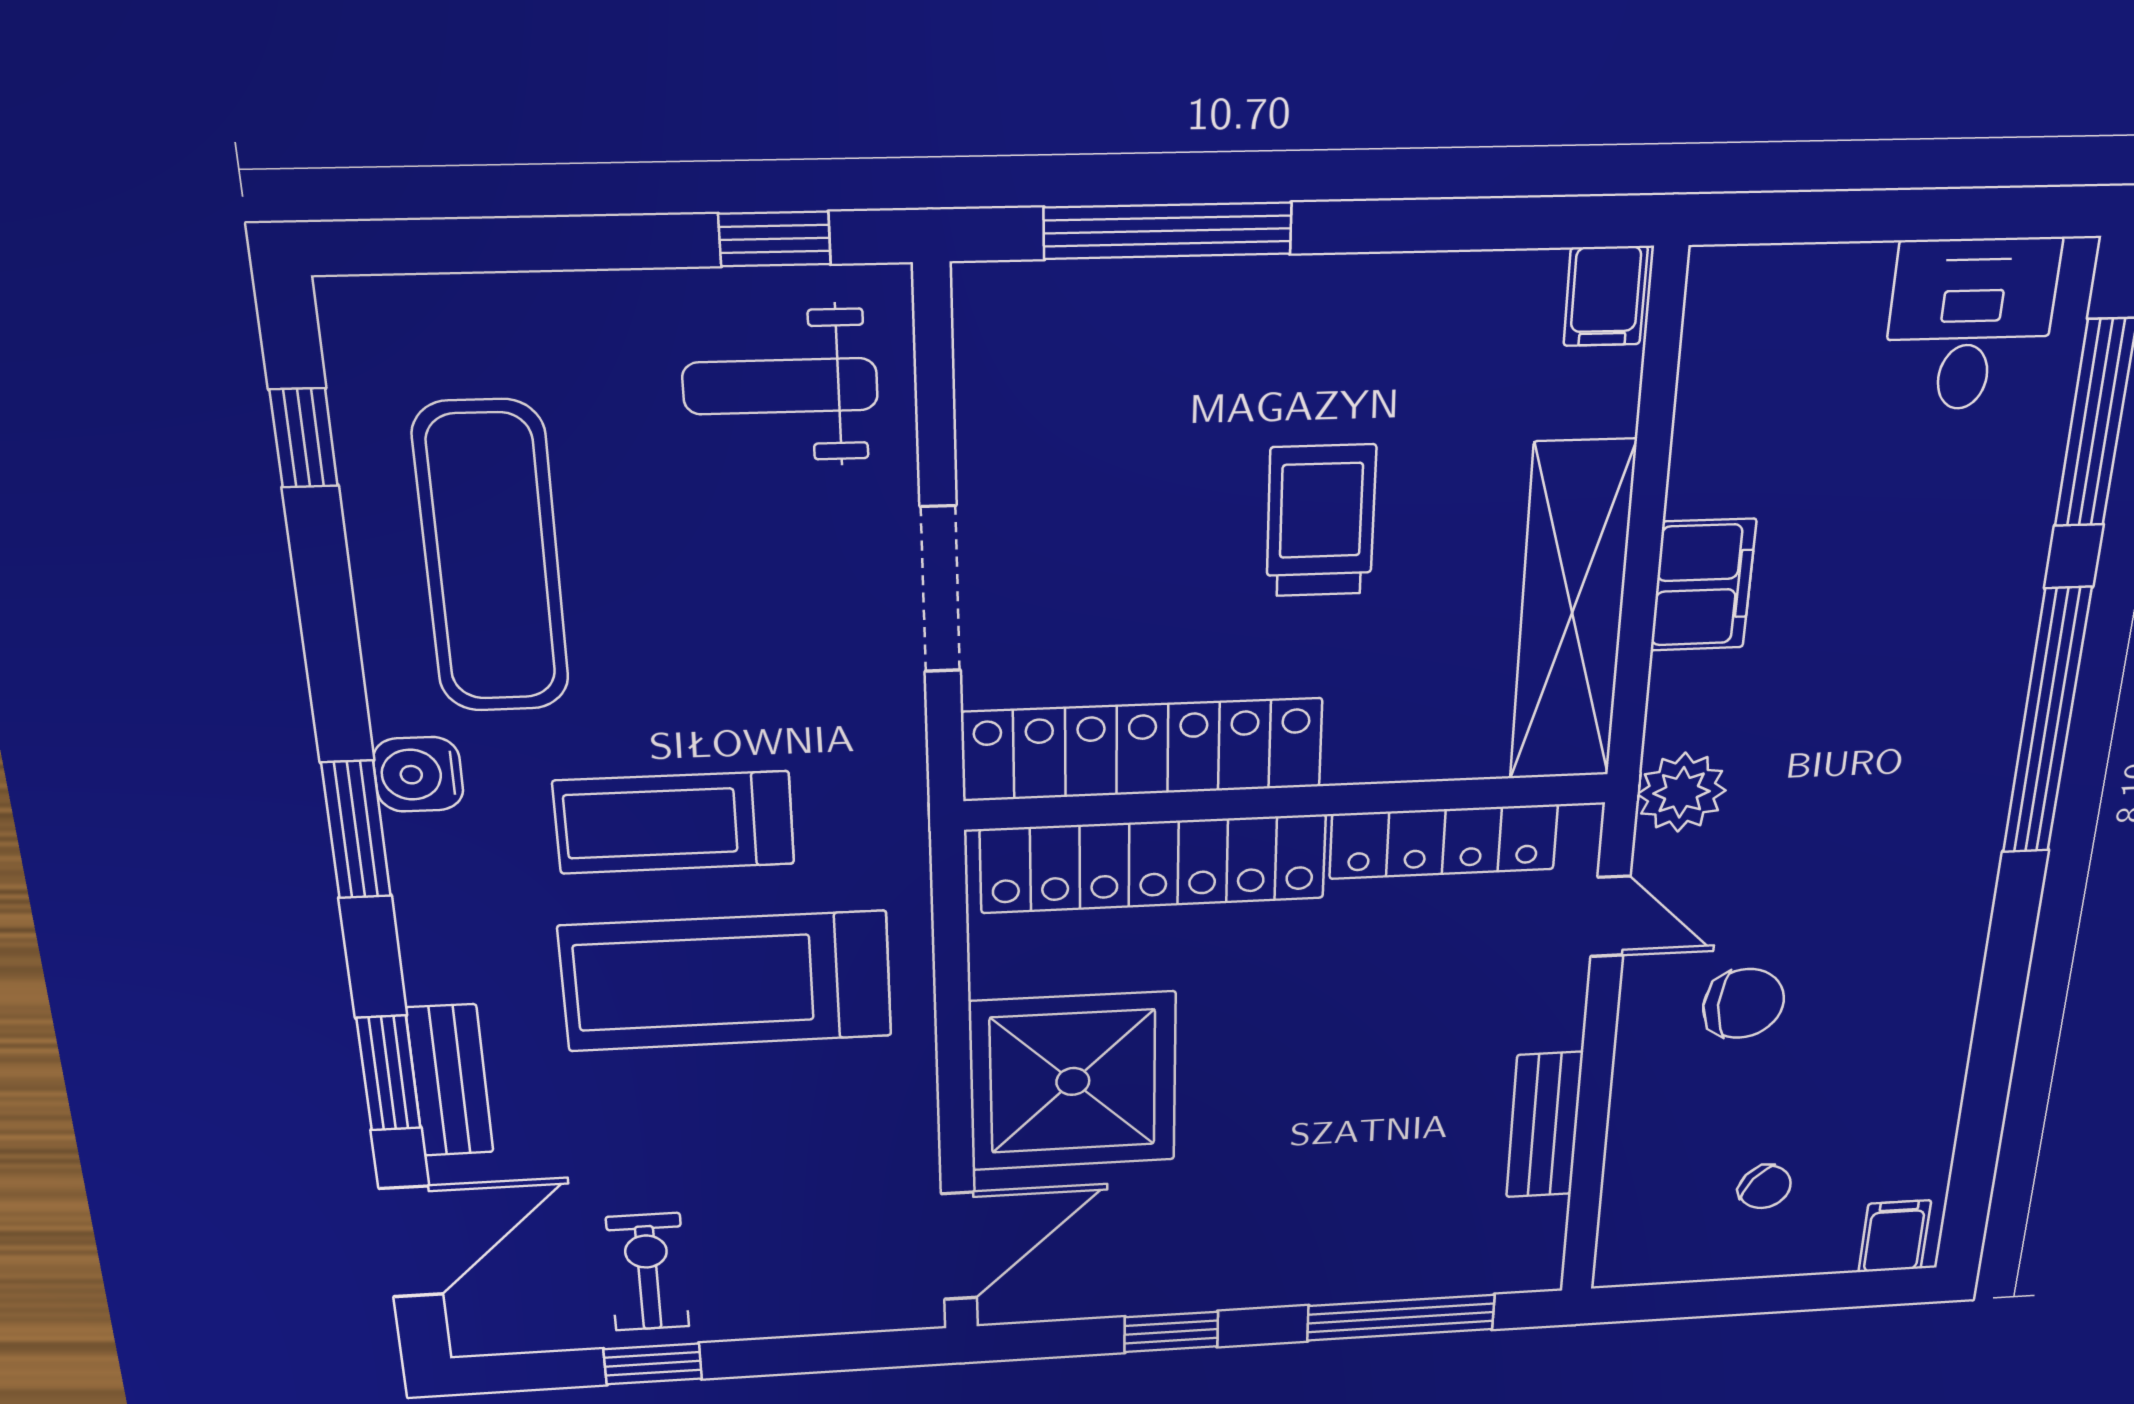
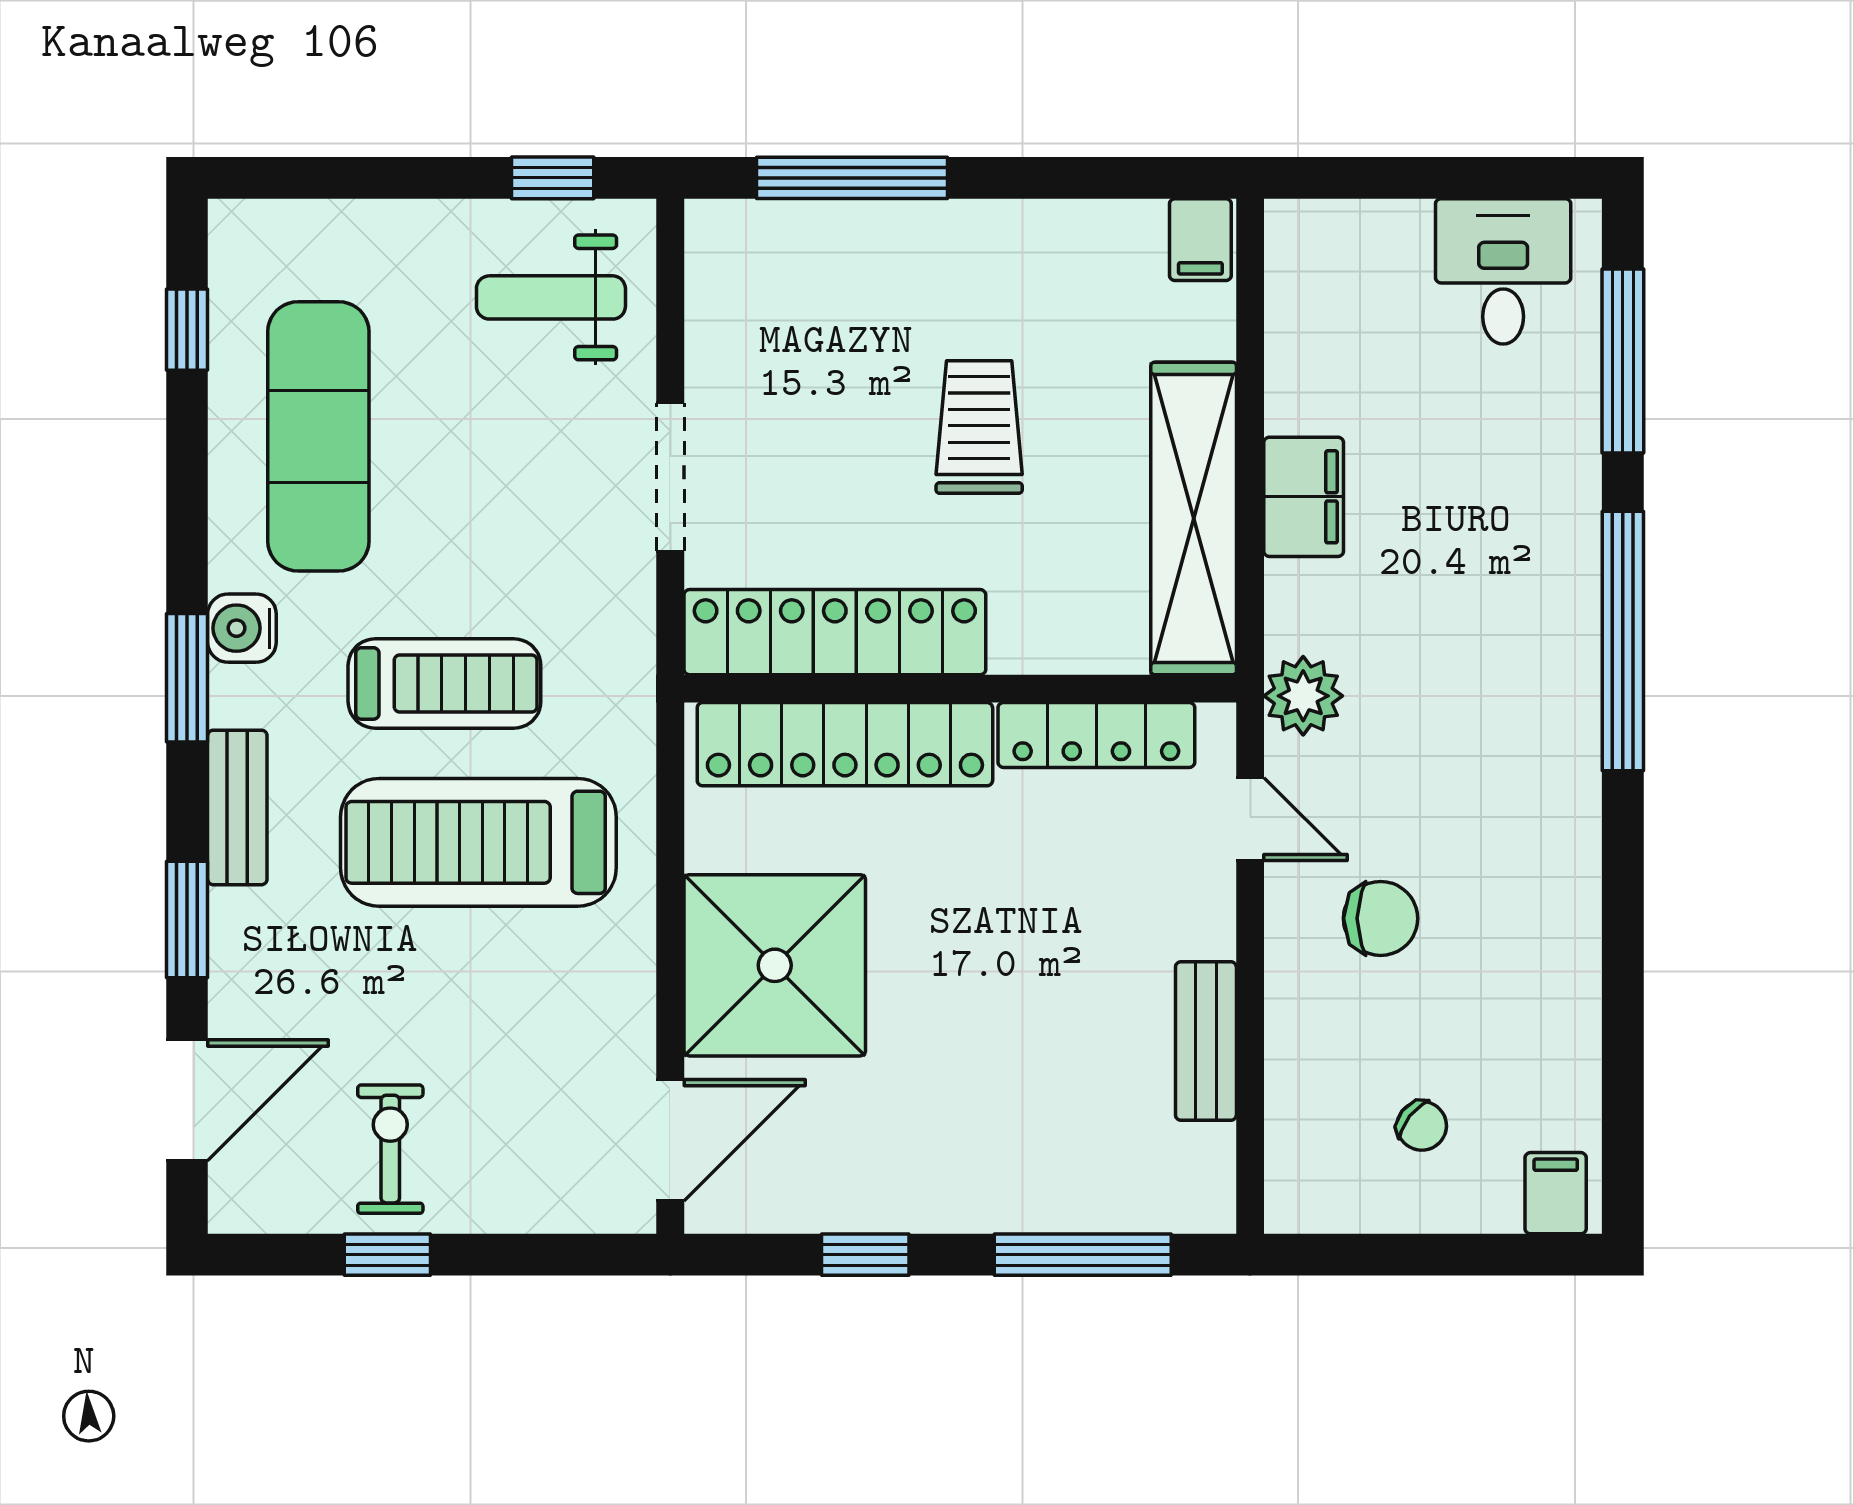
treadmill: (674, 822) -> (444, 683), turned 180
bench: (450, 1081) -> (237, 807), moved

